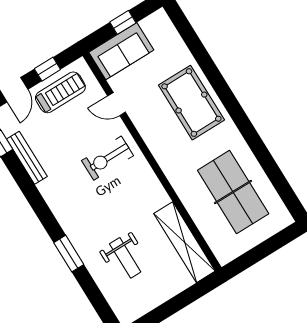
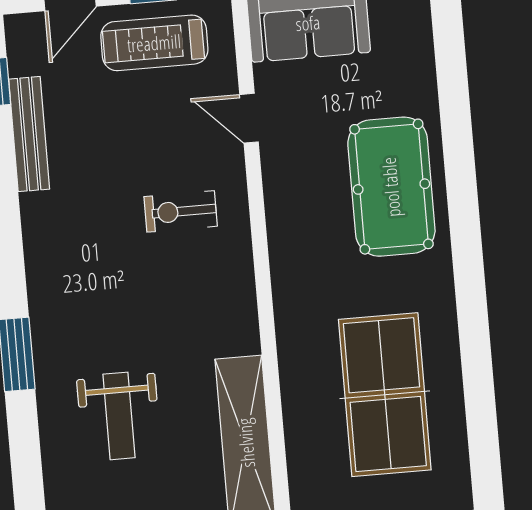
treadmill: (60, 92) -> (154, 43), turned 180
exercise bike: (107, 158) -> (181, 211), width x0.73, depth x0.72

